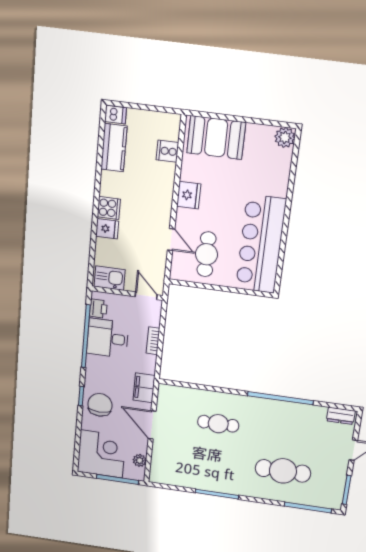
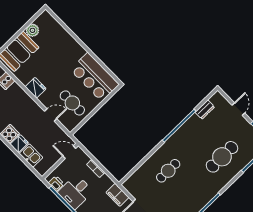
plant: (285, 137) -> (32, 30), moved
bar counter: (261, 244) -> (95, 77), width x0.73
kitchen sink: (110, 278) -> (31, 155), moved, turned 90
dresser: (341, 416) -> (205, 110), moved

